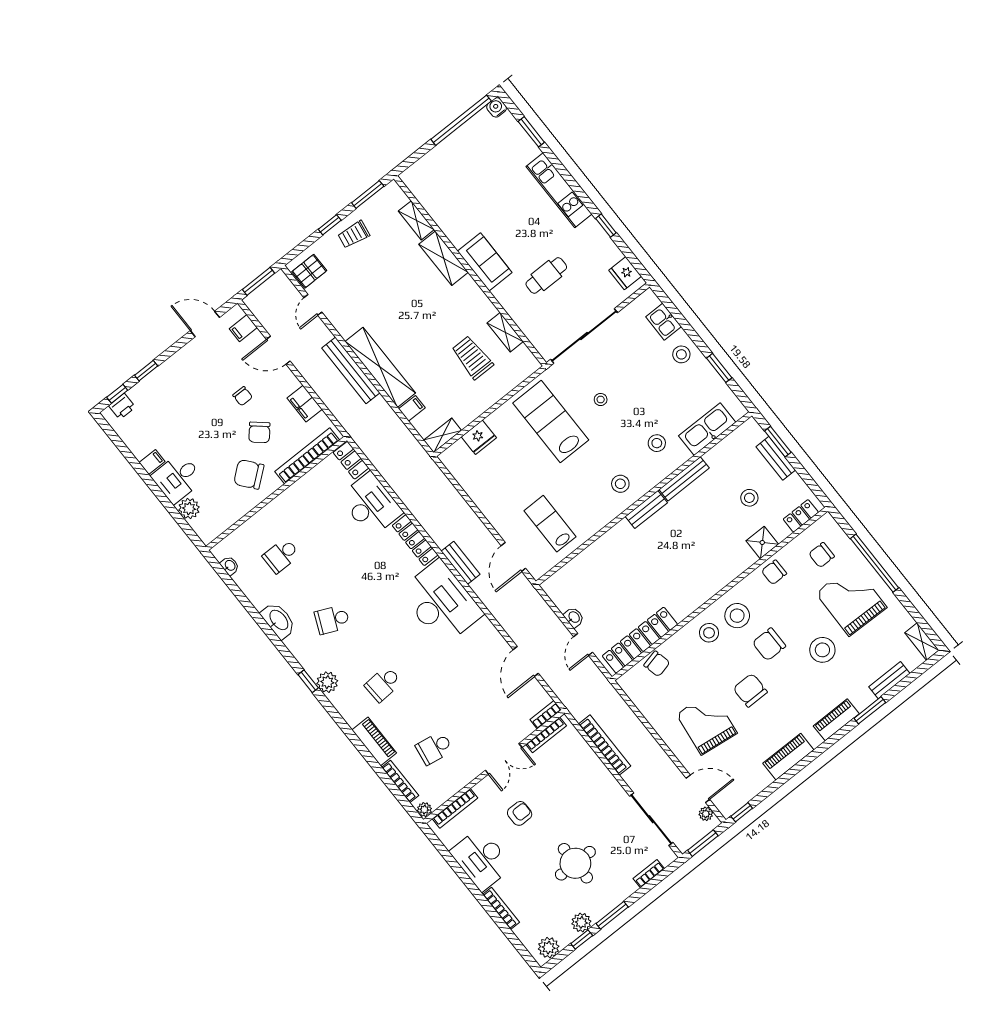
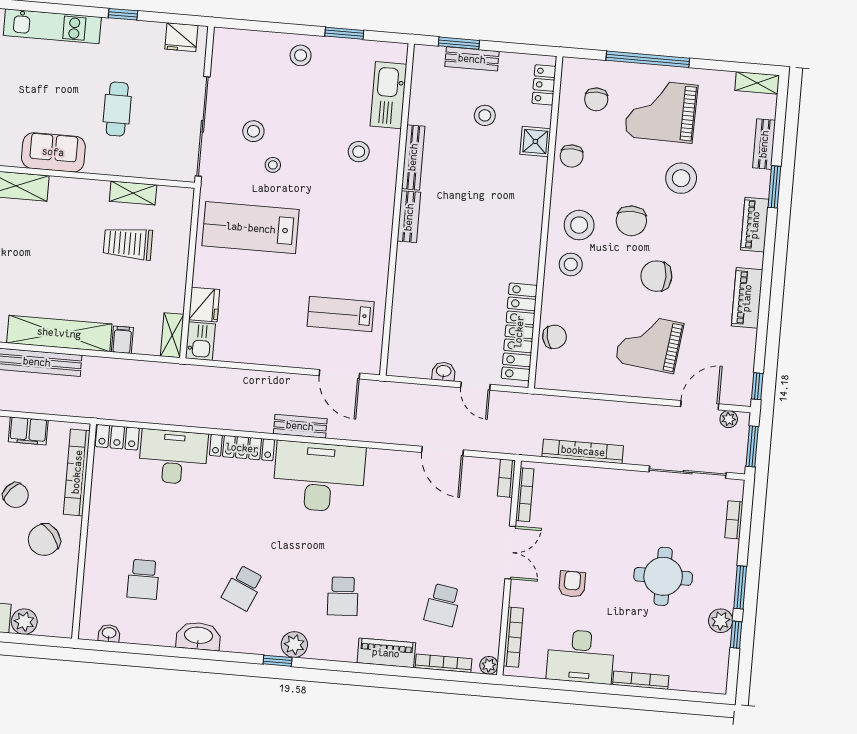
kitchen sink: (664, 322) -> (200, 341), moved, turned -90
stool: (620, 484) -> (253, 131), moved
plant: (549, 948) -> (715, 671), removed

